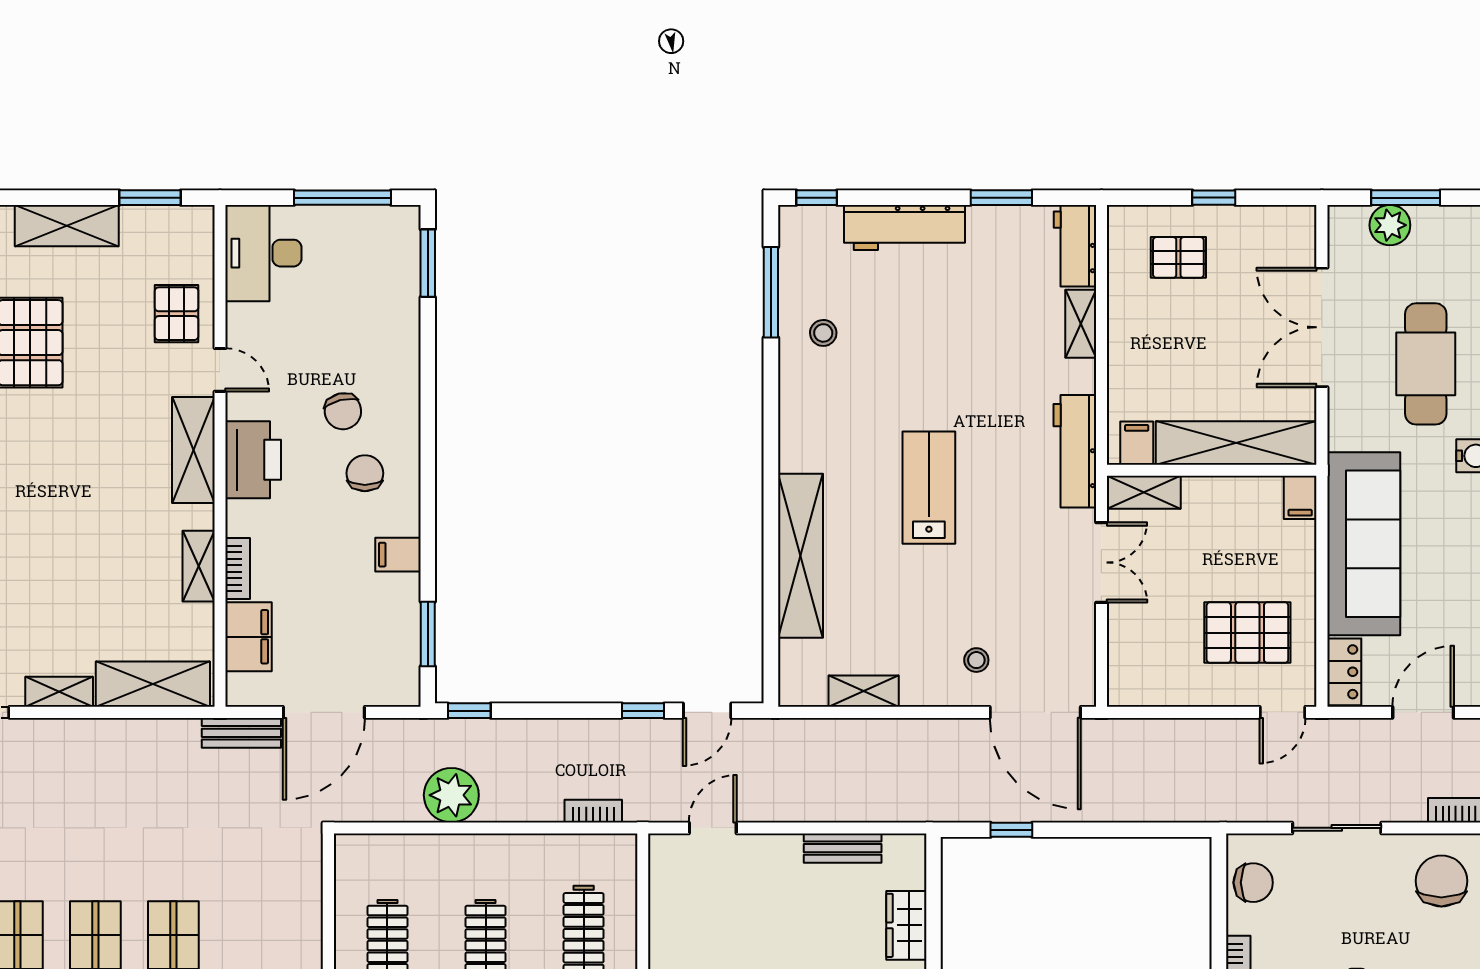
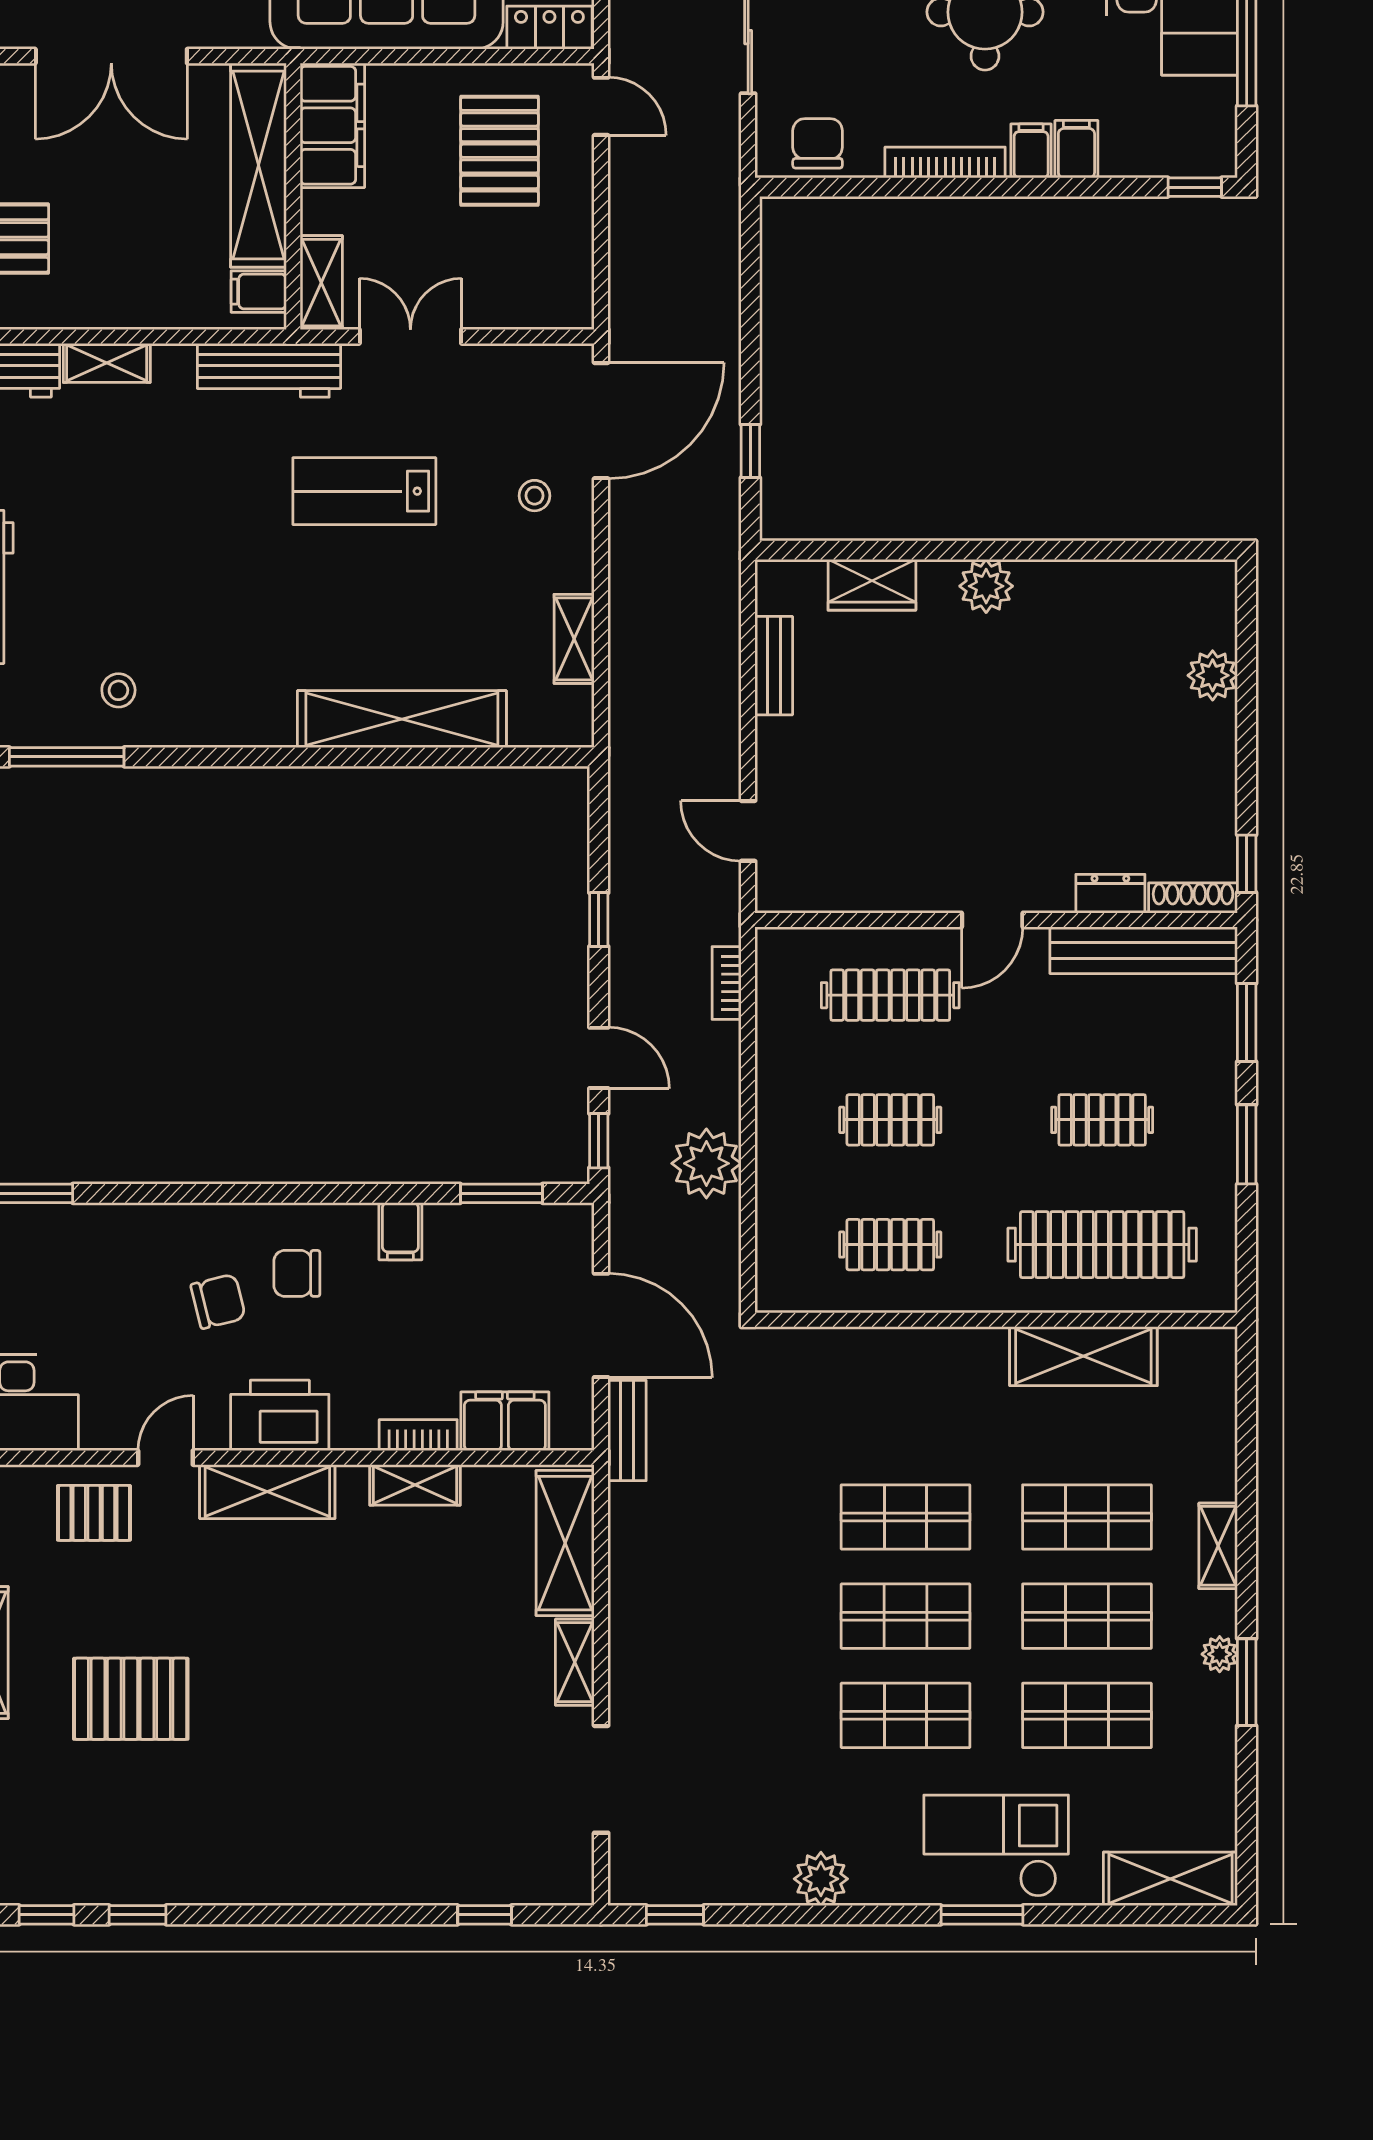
lab bench: (929, 488) -> (364, 491), moved
filing cabinet: (1300, 497) -> (332, 125), width x3.00, depth x1.17
door: (707, 711) -> (599, 1058), moved

